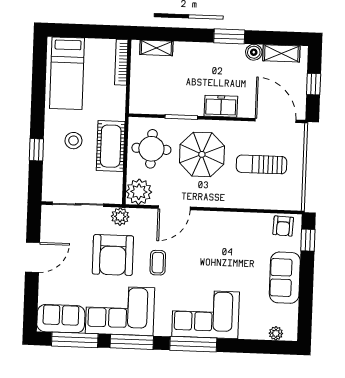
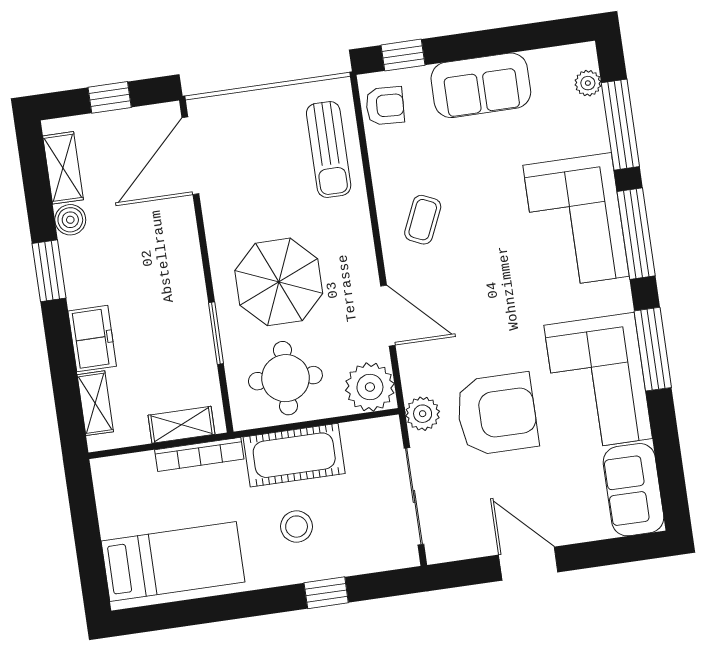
bookcase: (121, 62) -> (199, 454), moved
shelving: (137, 91) -> (181, 425), added
freezer: (221, 106) -> (92, 339), moved, turned 180
sun lounger: (262, 164) -> (329, 149), moved
coffee table: (158, 263) -> (423, 220), moved, turned -66
window: (75, 340) -> (620, 125), moved

